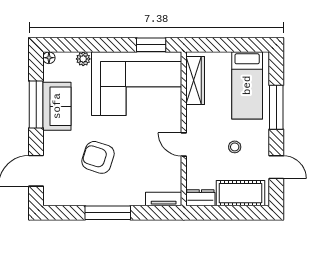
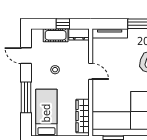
cot: (240, 193) -> (56, 35), width x0.73, depth x0.75
tv unit: (164, 199) -> (110, 33), width x1.41
window: (223, 213) -> (63, 24), added

